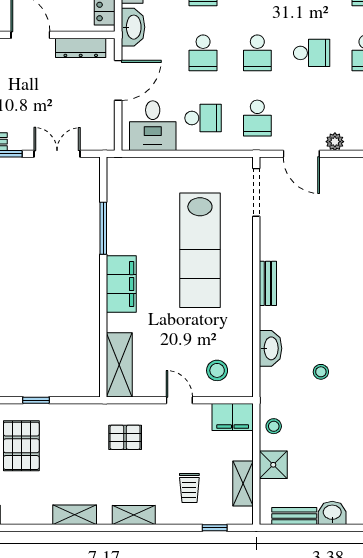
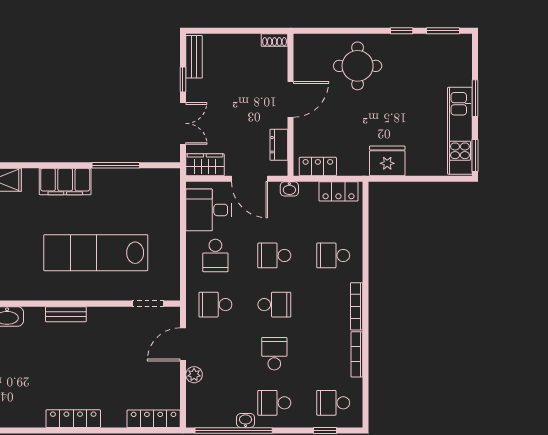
washbasin: (133, 27) -> (289, 189), width x0.52, depth x0.69
dresser: (81, 48) -> (279, 145), width x0.70
school desk: (257, 53) -> (274, 305), turned 180
school desk: (312, 53) -> (274, 354), turned 180
wardrobe: (103, 130) -> (205, 165), added
doorway: (256, 192) -> (148, 304), width x0.73

